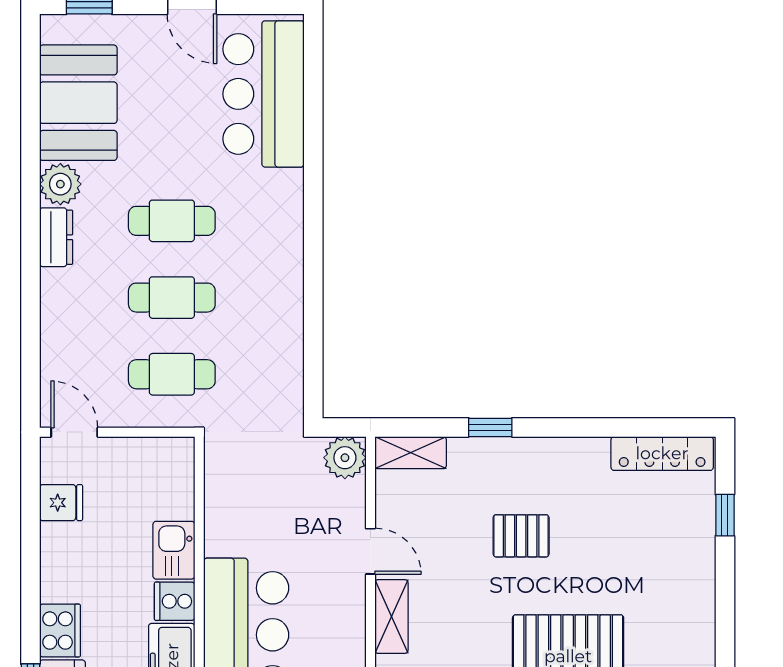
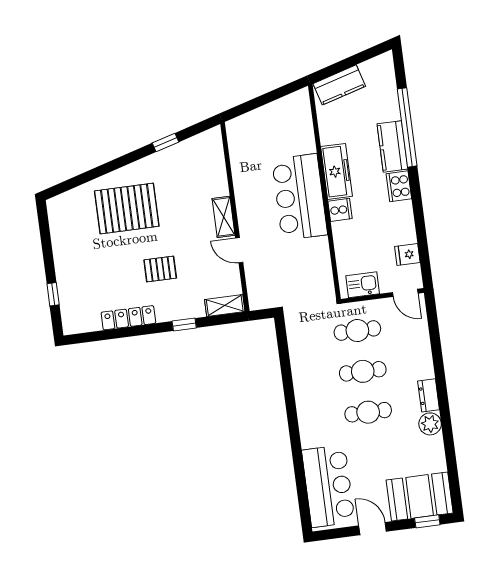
booth: (78, 103) -> (420, 496), moved, turned 90
locker: (662, 453) -> (128, 318), moved
plant: (345, 458) -> (259, 298), removed
kitchen sink: (174, 550) -> (363, 285), moved, turned -90

